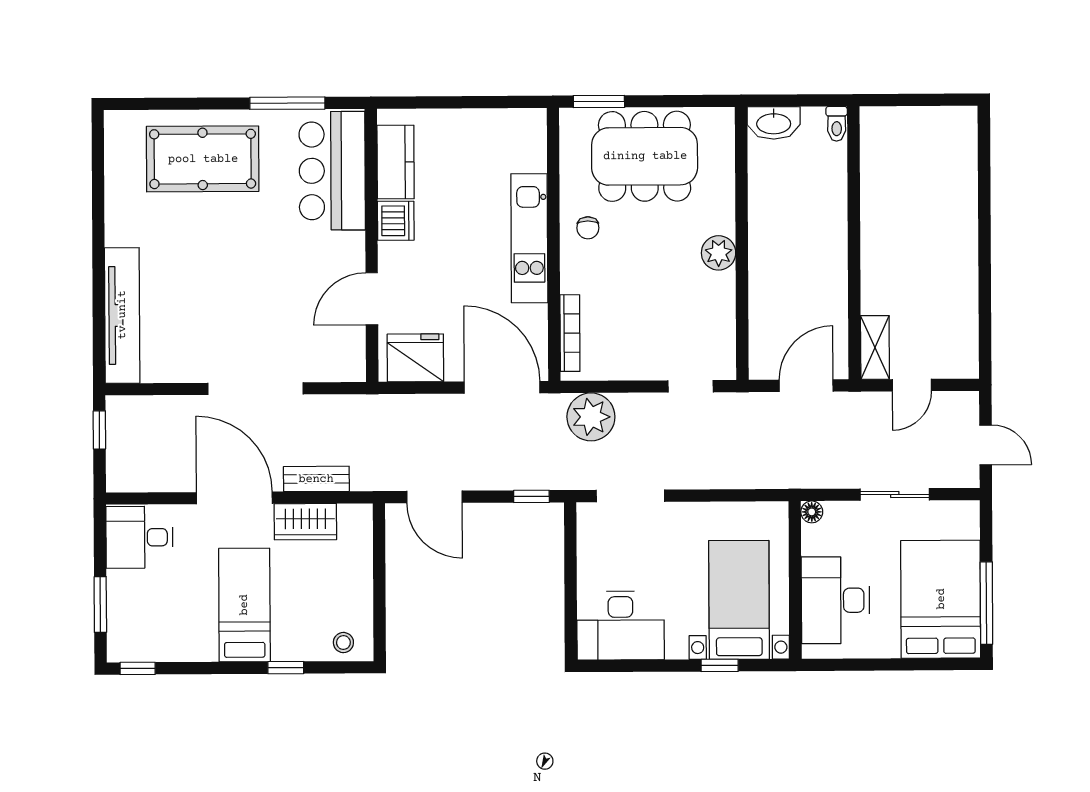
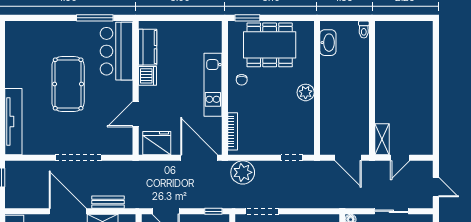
washbasin: (774, 123) -> (328, 43), moved, turned -90
pool table: (203, 159) -> (68, 84), moved, turned 90
door: (806, 386) -> (348, 158), swing flipped

